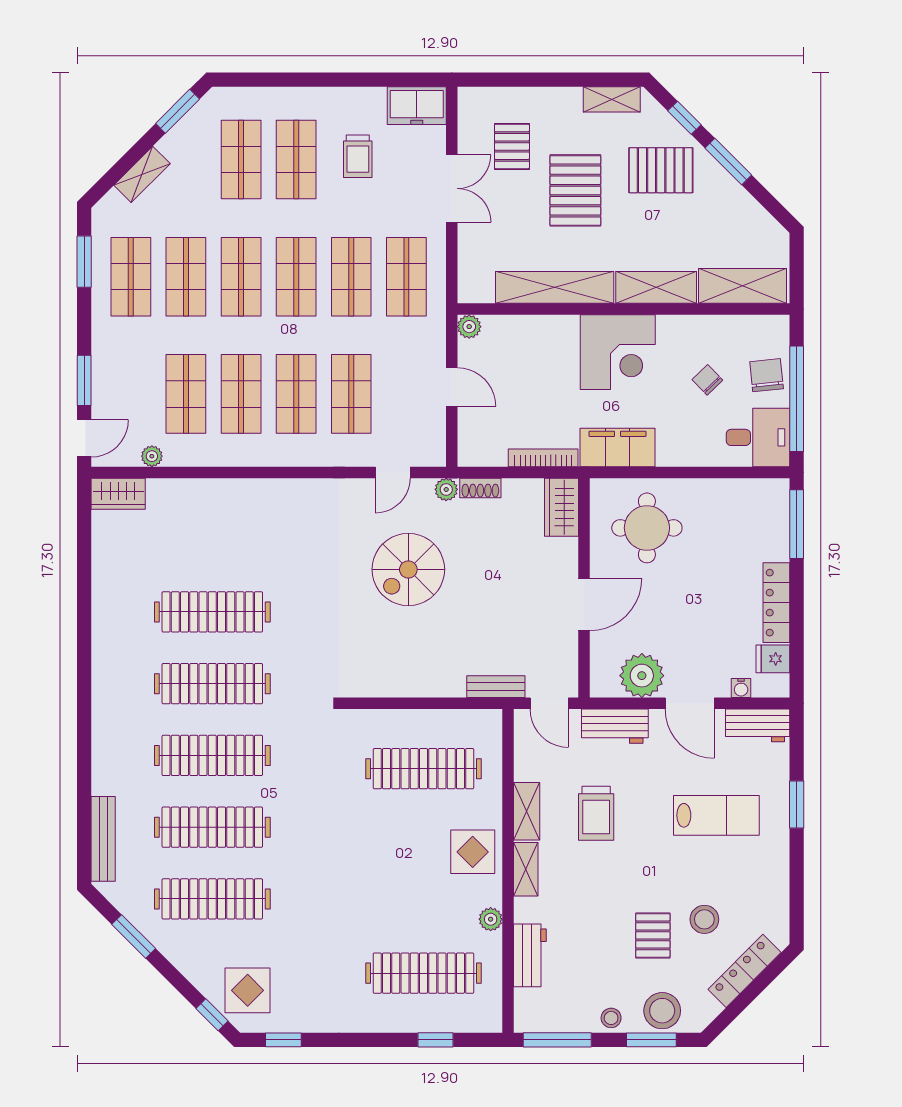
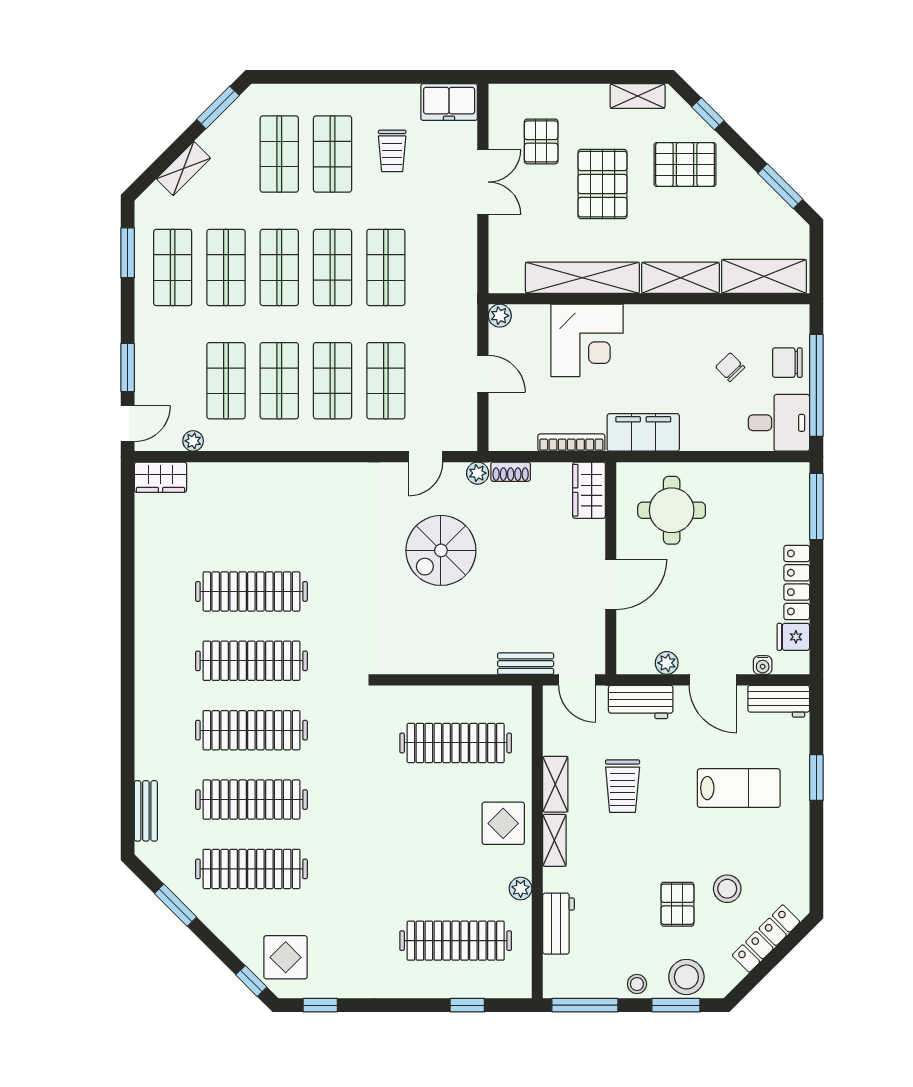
window: (728, 162) -> (780, 186), moved
shop shelf: (406, 277) -> (439, 267), removed
corner desk: (618, 352) -> (587, 340), moved
chair: (767, 375) -> (787, 363), turned -84
plant: (642, 676) -> (667, 663), width x0.53, depth x0.53
bench: (103, 839) -> (146, 811), width x0.73

